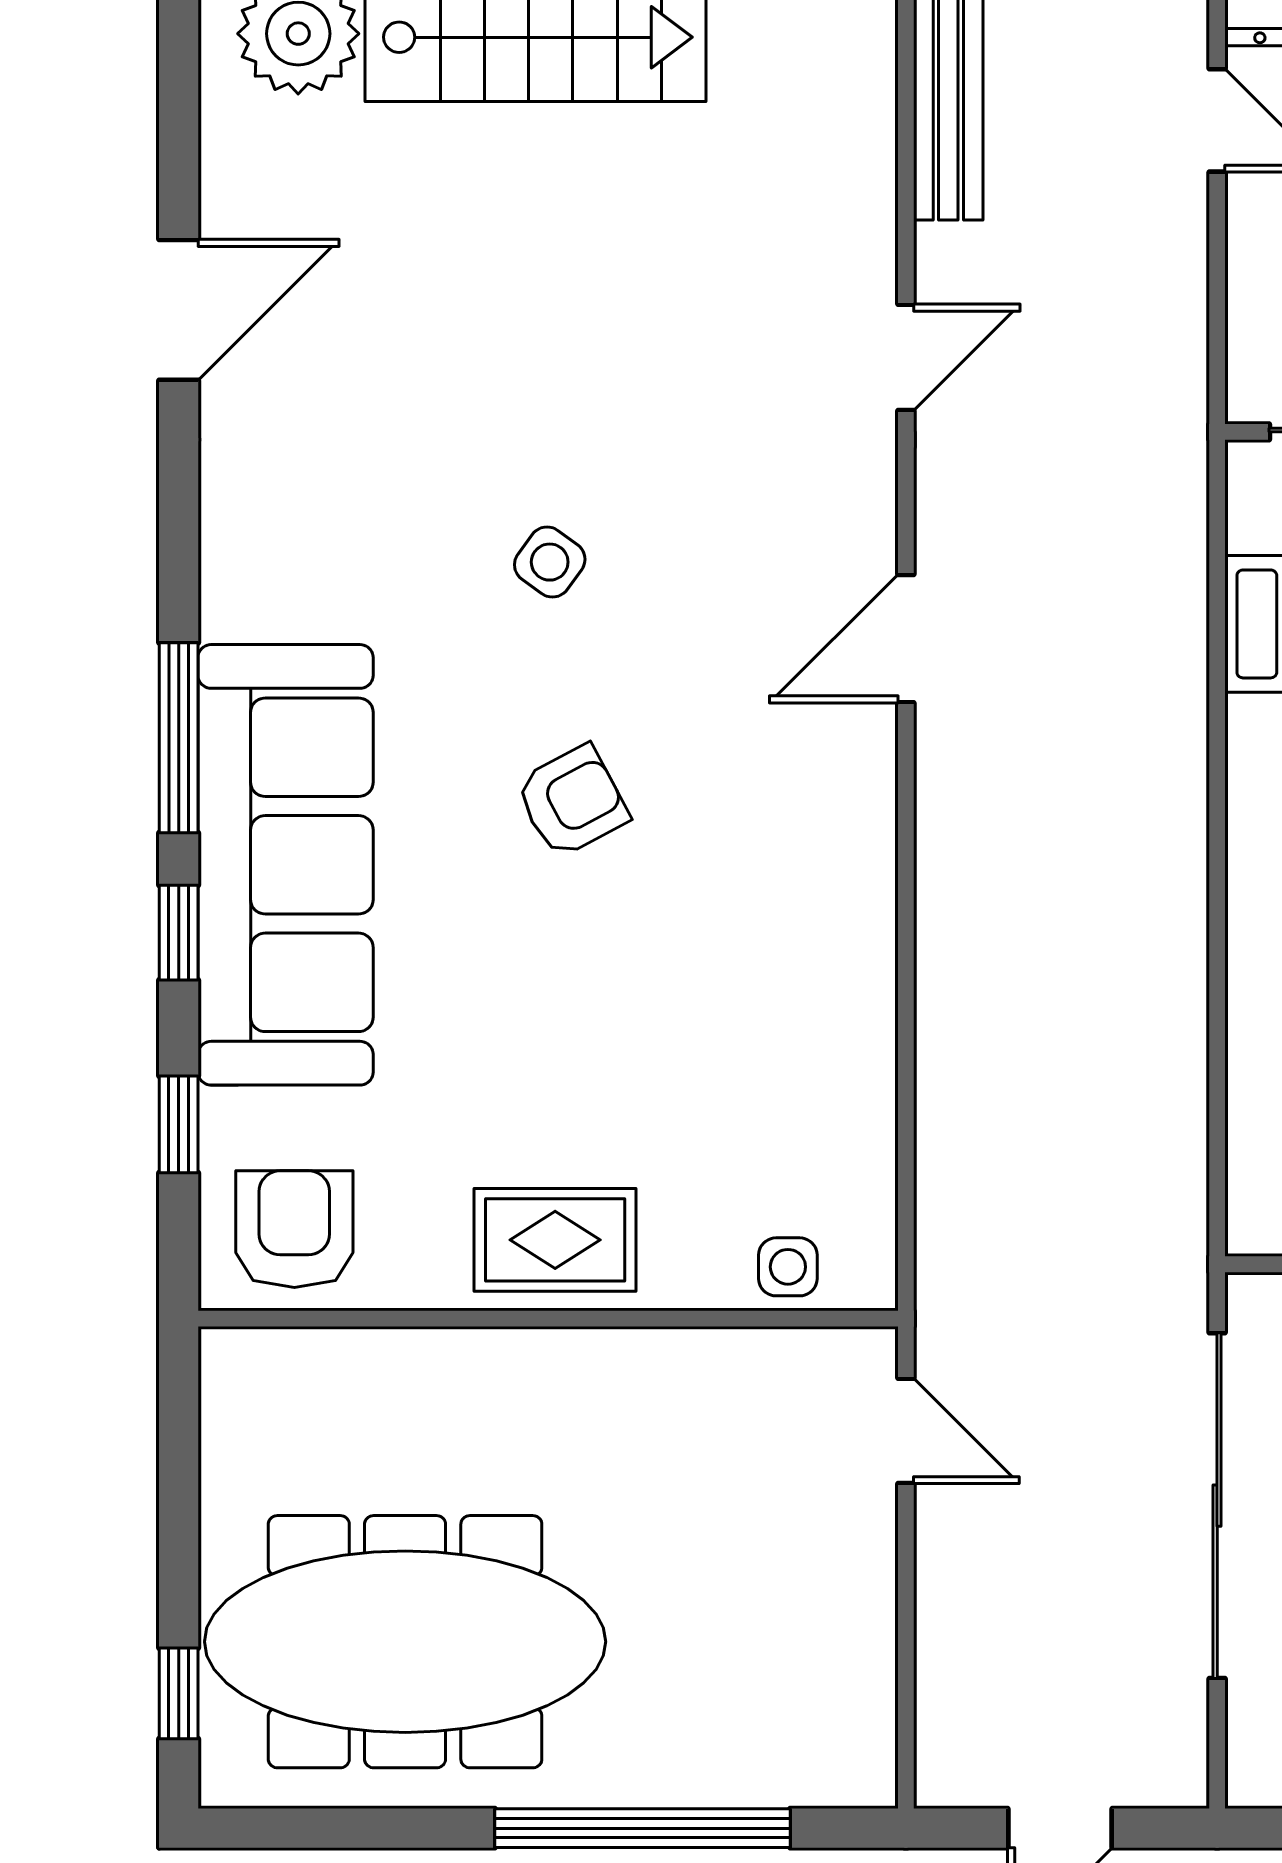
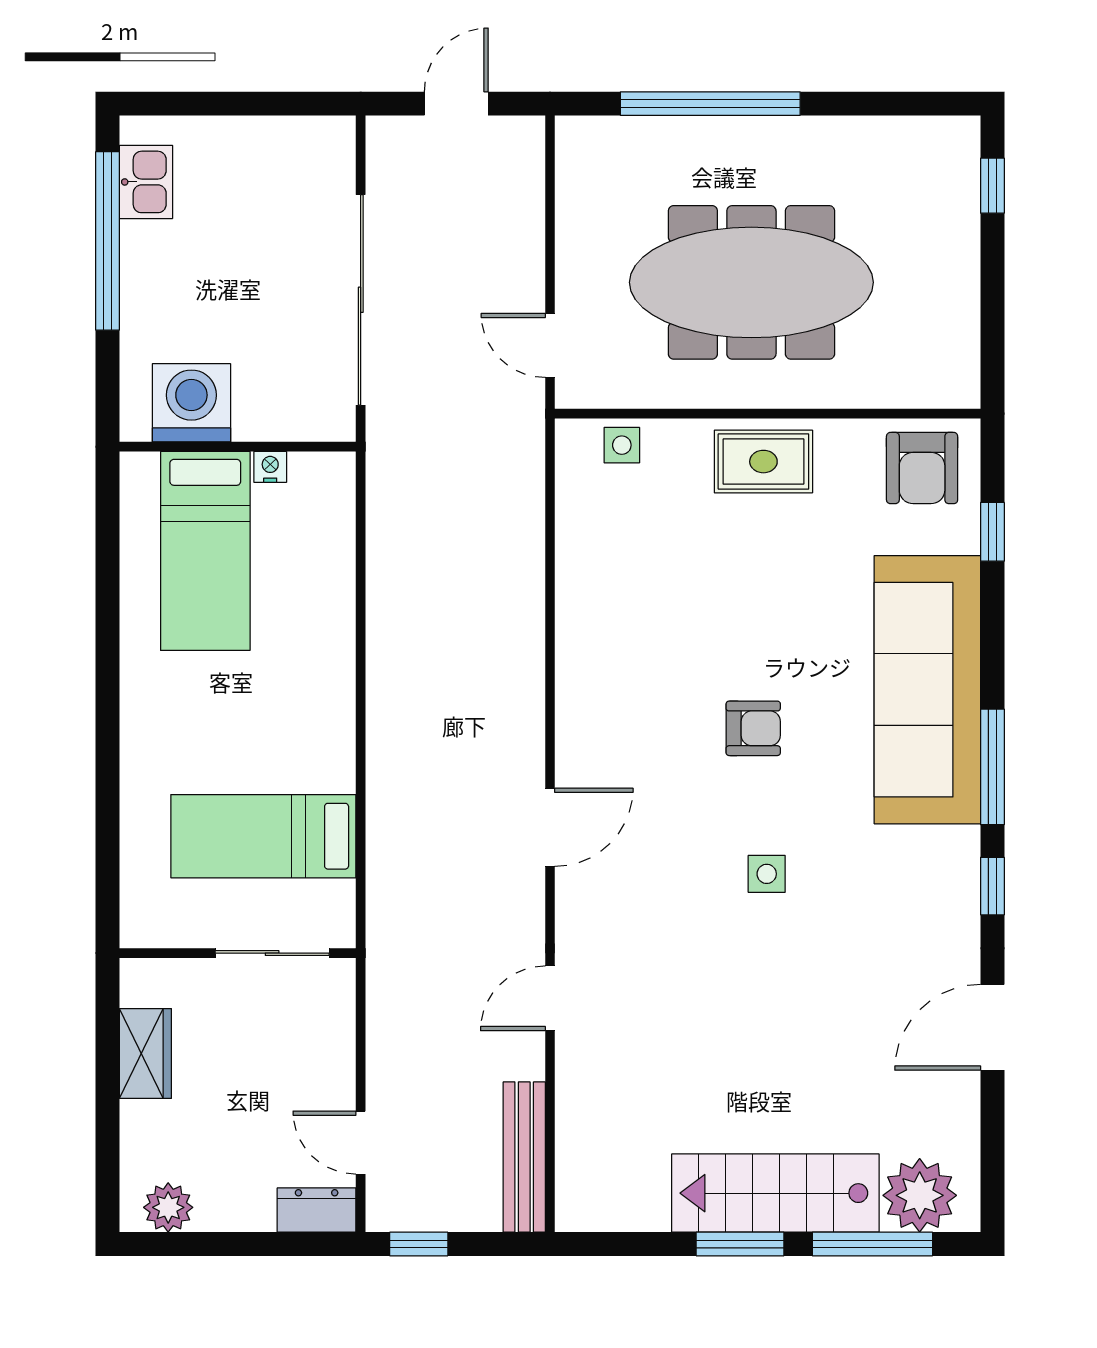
side table: (550, 562) -> (767, 874), turned -36
armchair: (572, 801) -> (753, 728), turned -152
window: (179, 933) -> (992, 886), moved
meeting table: (405, 1642) -> (751, 282), moved

